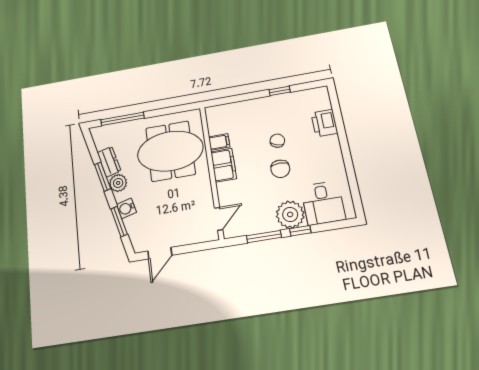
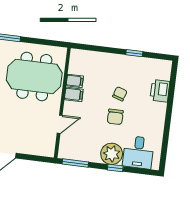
filing cabinet: (224, 165) -> (74, 94), width x0.50
door: (219, 219) -> (60, 124), moved
window: (264, 237) -> (75, 163), moved

